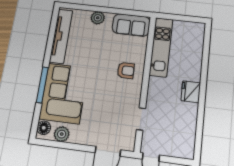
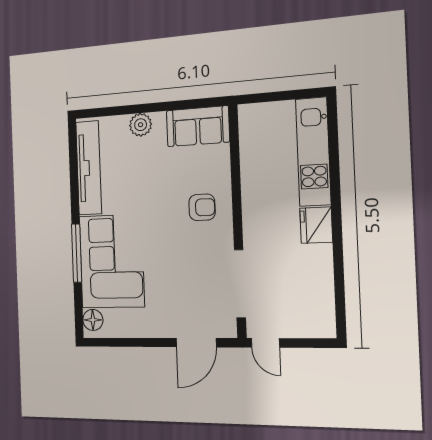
kitchen unit: (161, 47) -> (313, 152), moved, turned 180
doorway: (141, 119) -> (240, 284), width x1.87
plant: (62, 134) -> (121, 326), removed

